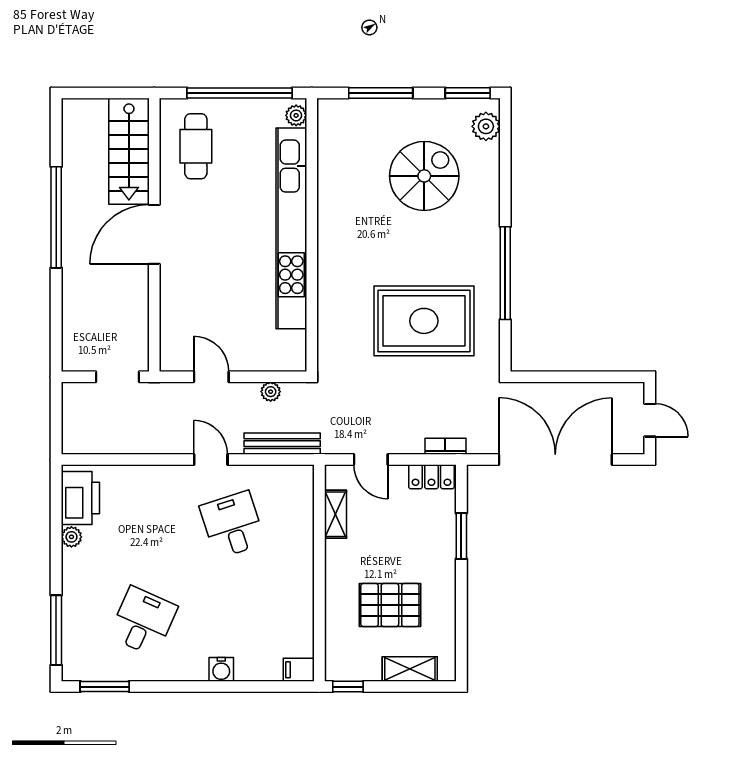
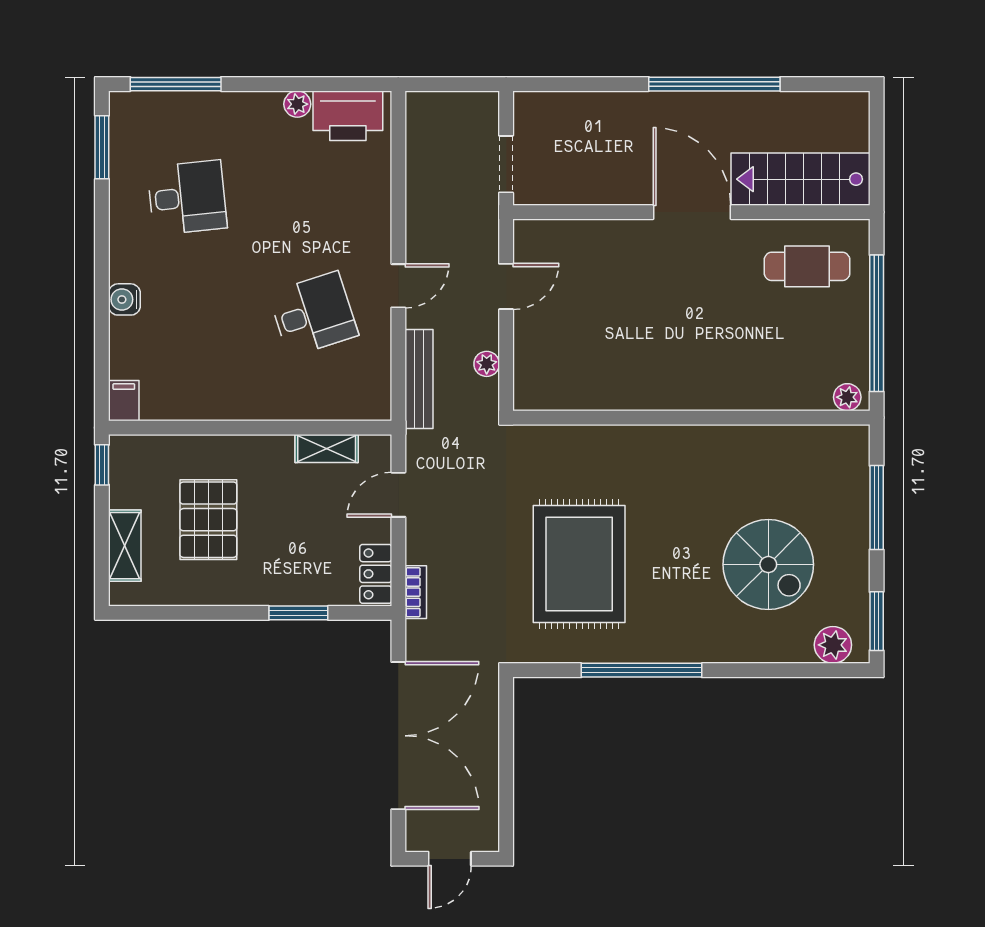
kitchen unit: (291, 228) -> (700, 391), removed
desk: (143, 621) -> (187, 198), turned -30

